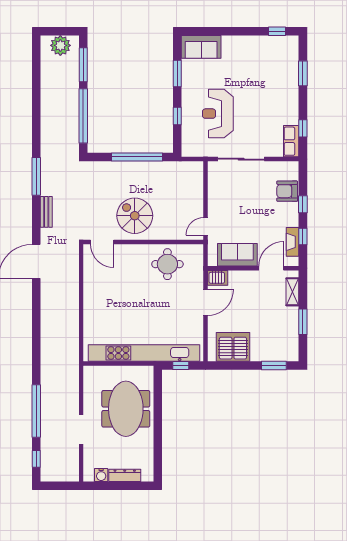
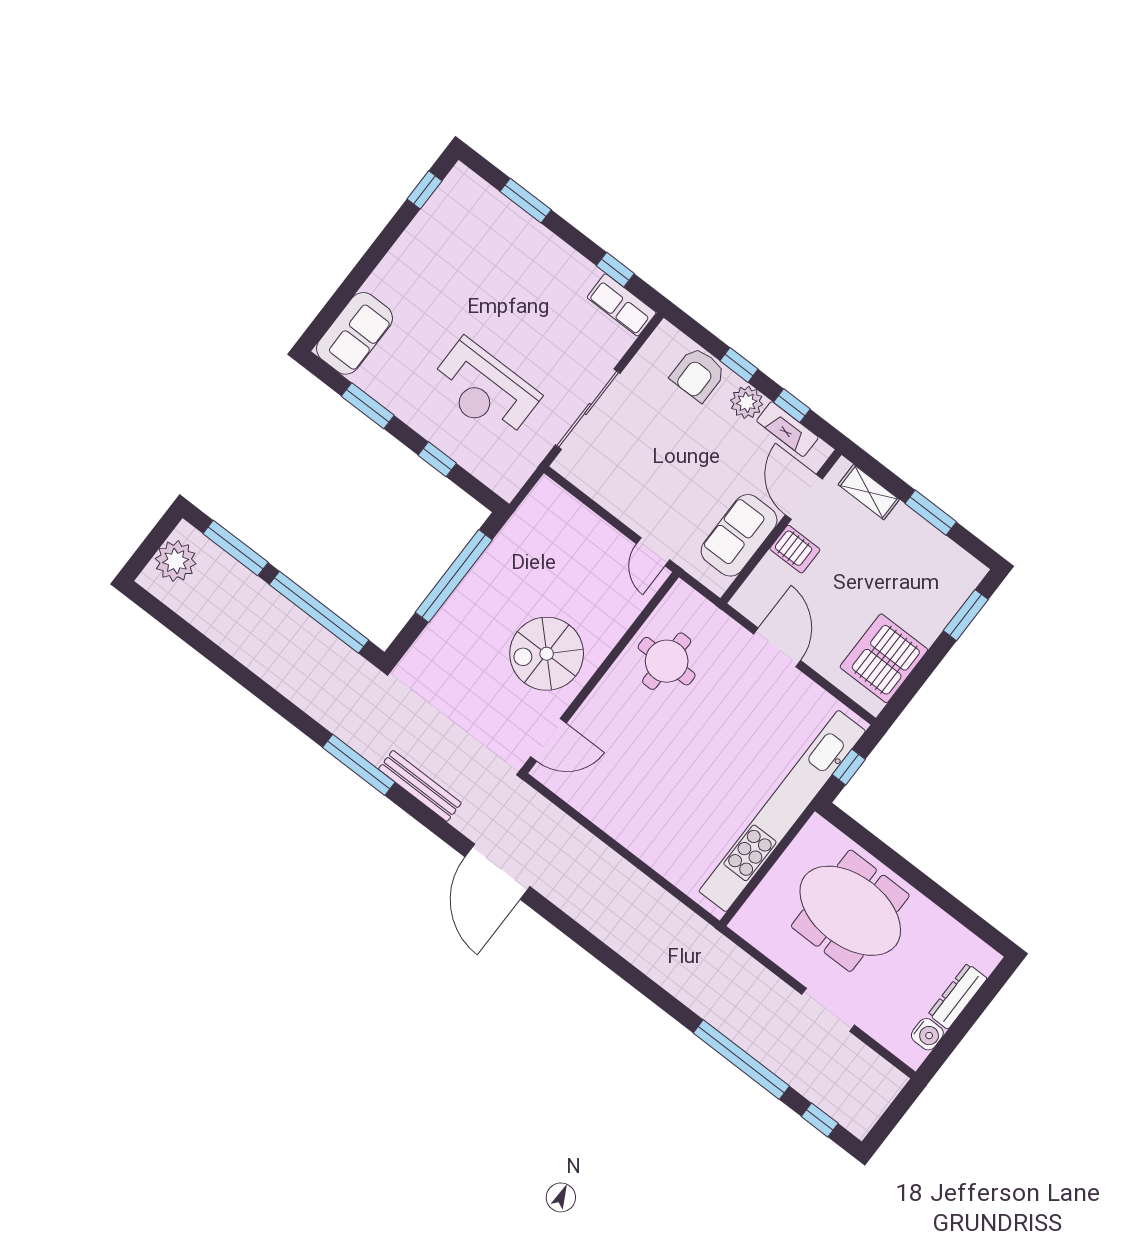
bench: (46, 212) -> (420, 786), width x1.36
plant: (291, 218) -> (747, 402), added
server rack: (218, 278) -> (795, 549), moved, turned 90

